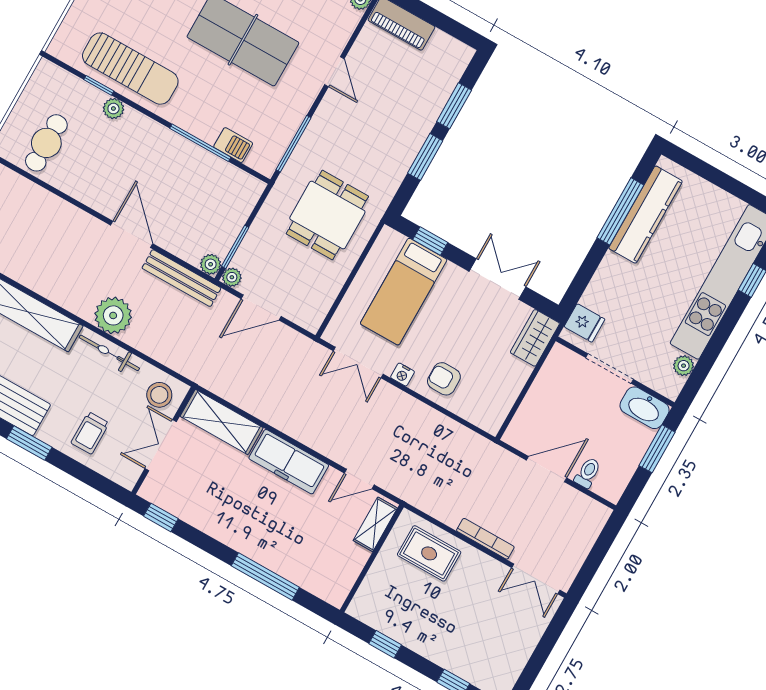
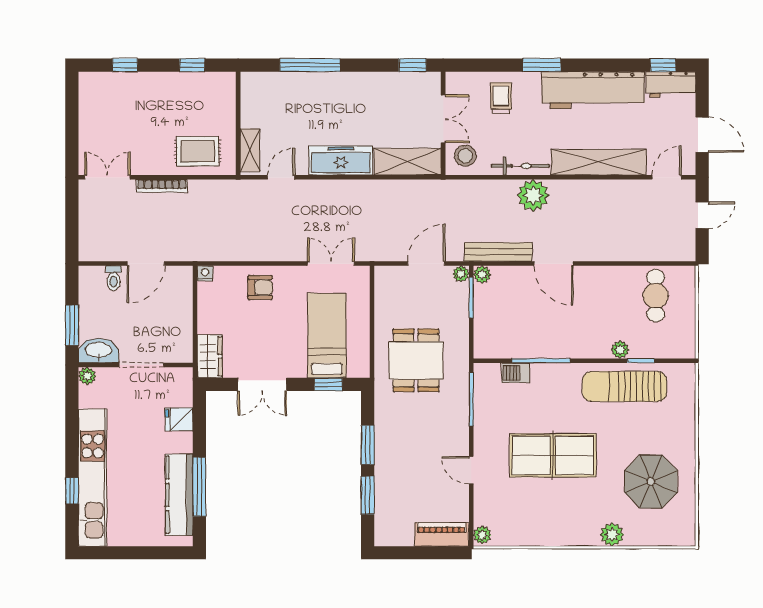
fridge: (584, 323) -> (179, 419), moved
plant: (684, 366) -> (87, 376), moved
nightstand: (403, 375) -> (205, 273), moved

